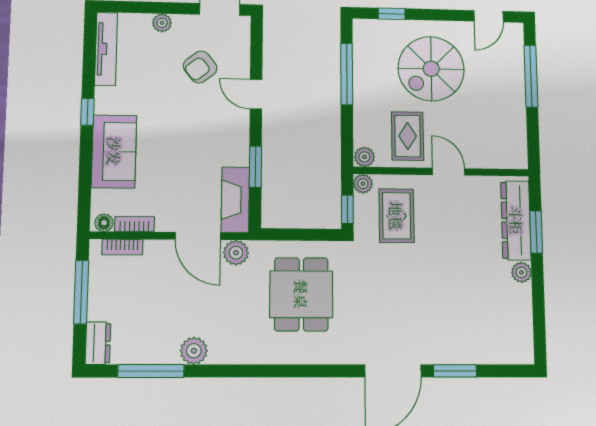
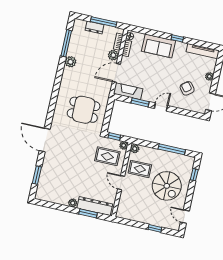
spiral stairs: (431, 69) -> (167, 186), turned 180
window: (531, 76) -> (155, 228), width x0.46
door: (256, 94) -> (161, 107), moved
door: (449, 172) -> (121, 183), swing flipped
plant: (236, 253) -> (113, 55), moved
dresser: (98, 343) -> (95, 27), moved
window: (455, 371) -> (37, 175), moved

